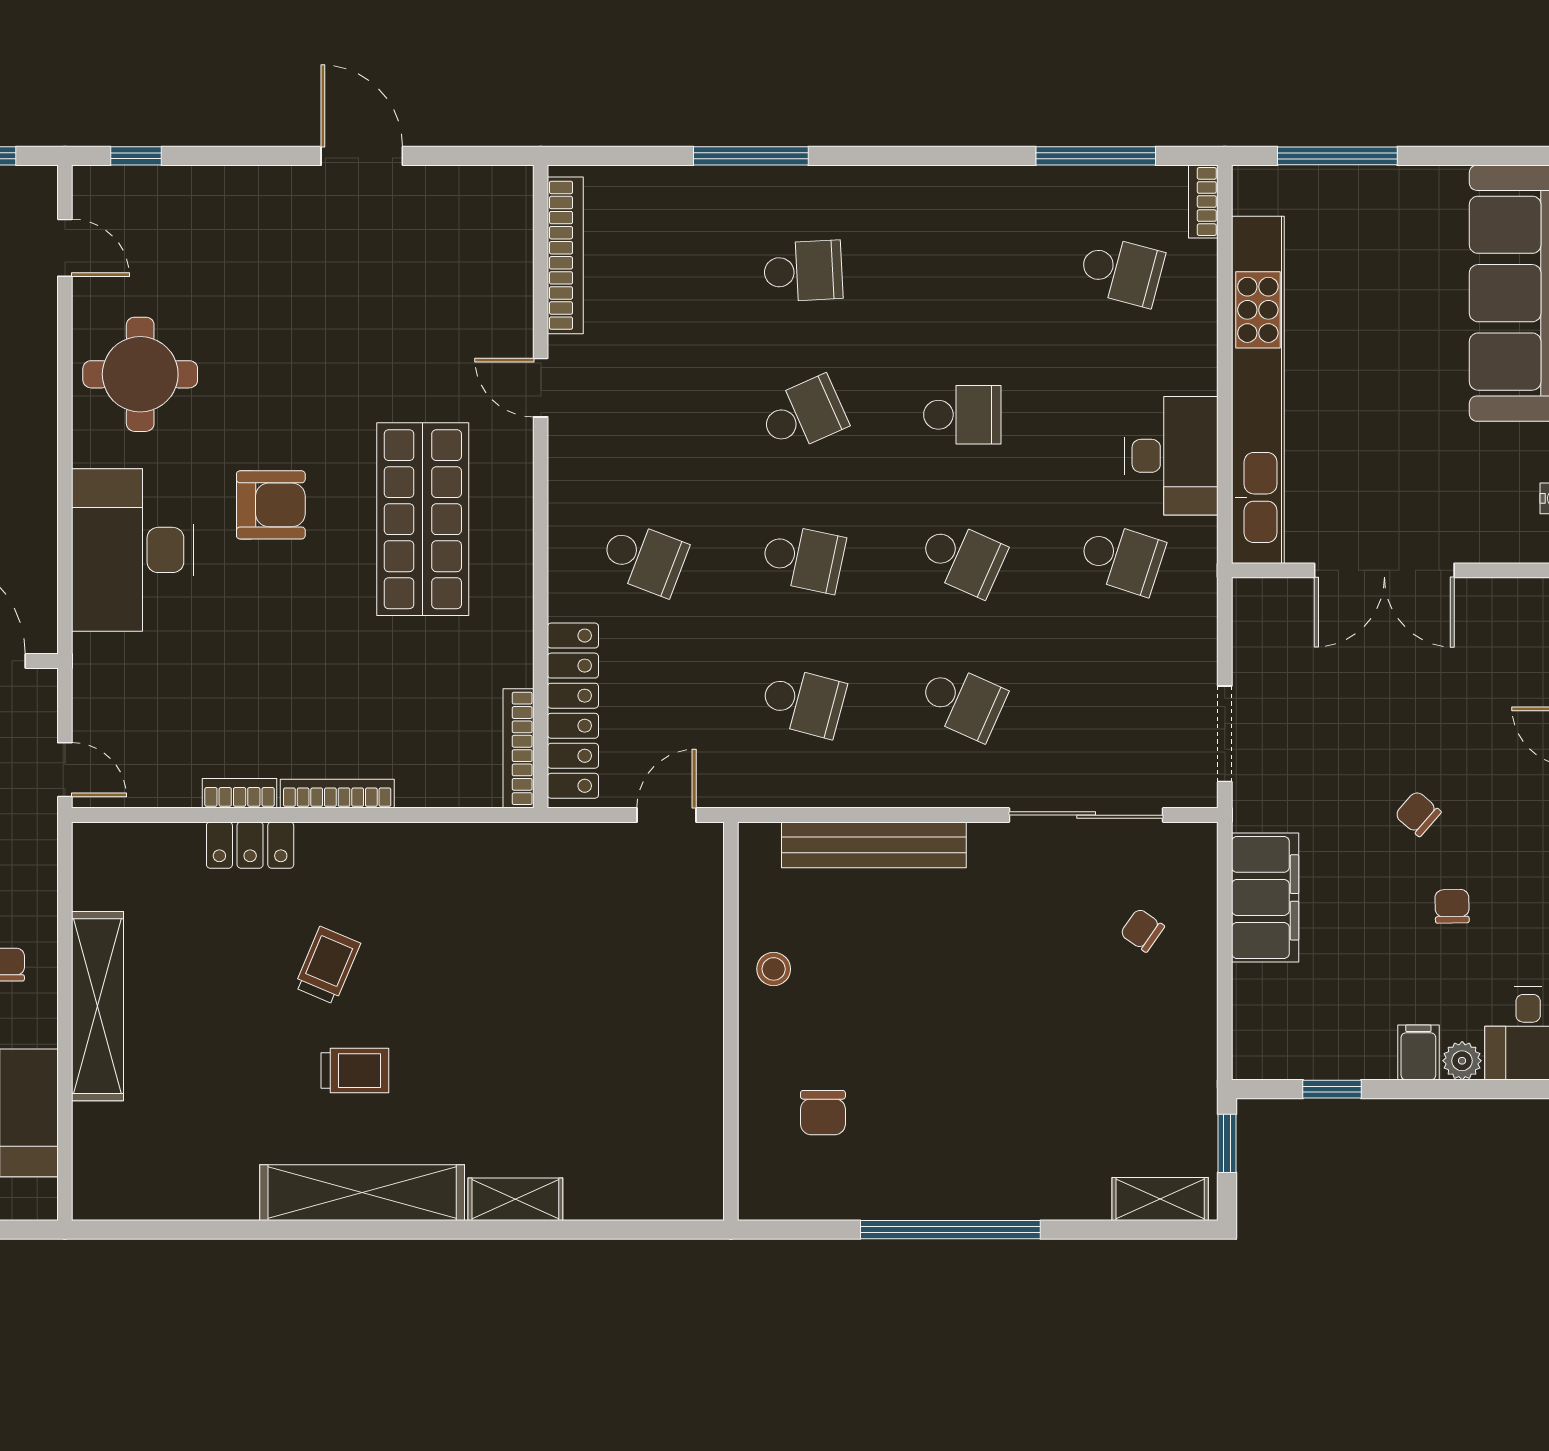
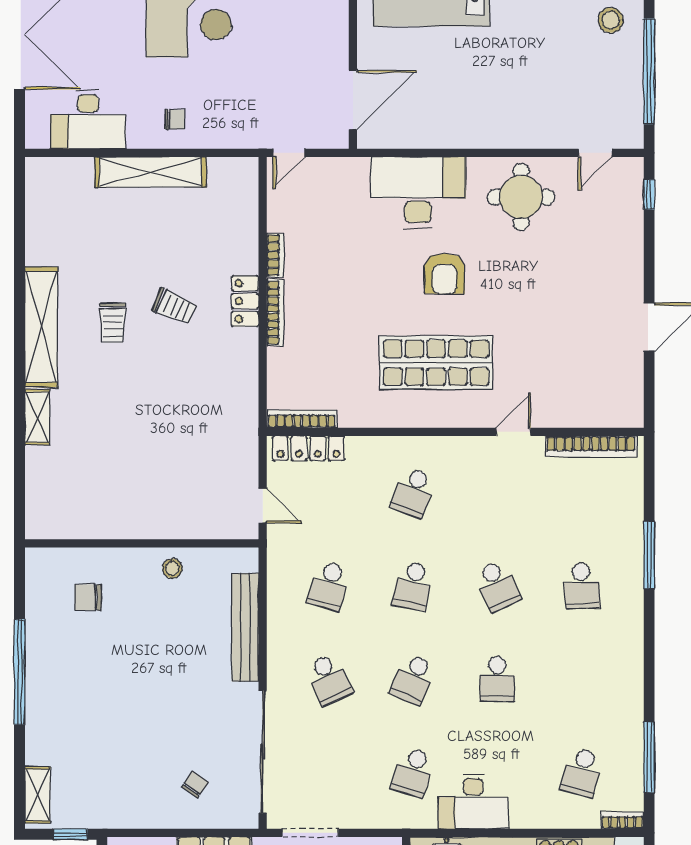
school desk: (962, 702) -> (329, 679), turned -48
locker: (573, 711) -> (308, 448), width x0.71, depth x0.83
sliding door: (1086, 815) -> (263, 752), width x1.36
locker: (250, 845) -> (245, 301), moved

